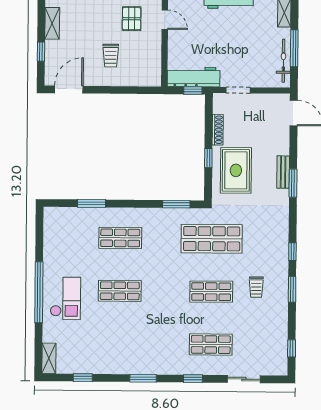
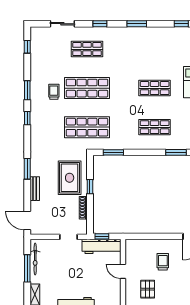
door: (165, 20) -> (123, 271), moved
bench: (283, 172) -> (35, 189), moved
shop shelf: (211, 292) -> (87, 88), width x1.43, depth x1.36

